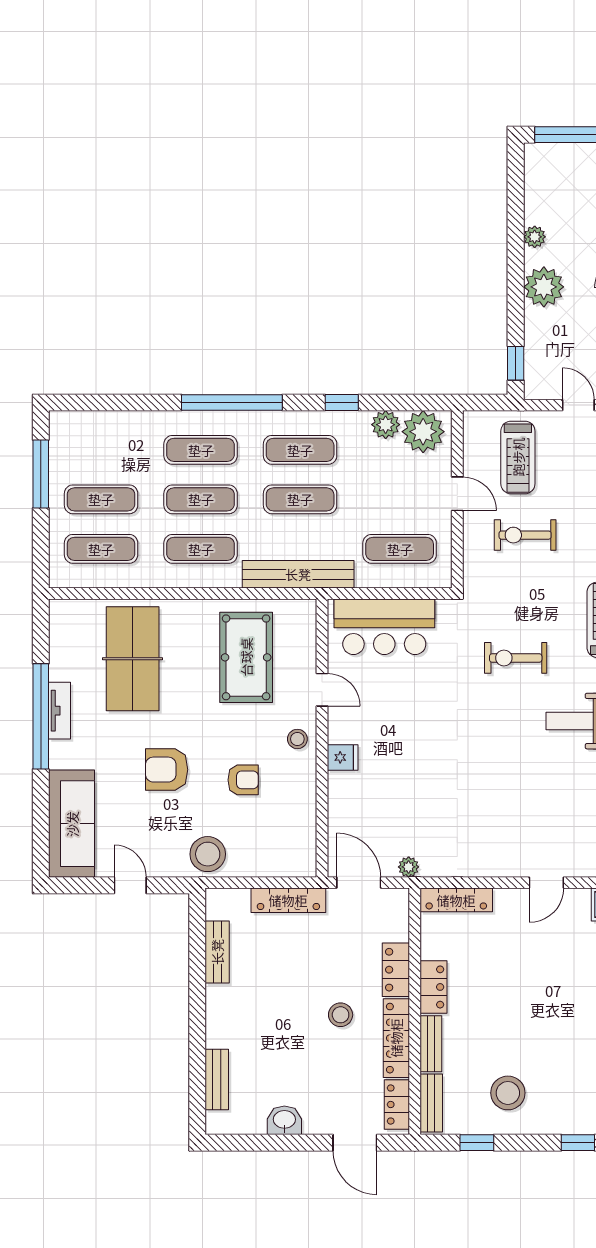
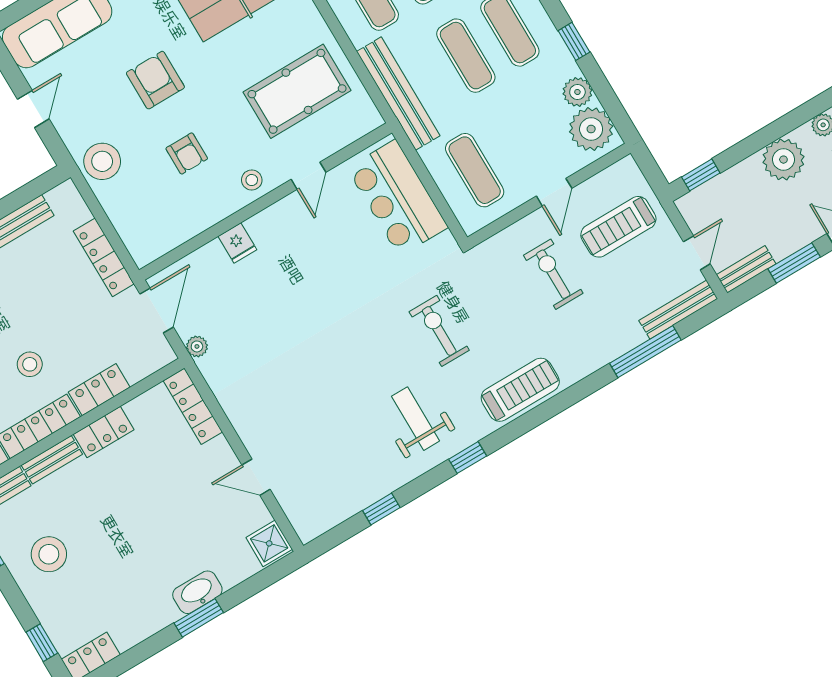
fridge: (343, 757) -> (237, 243), moved

